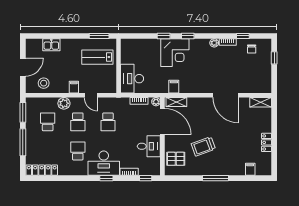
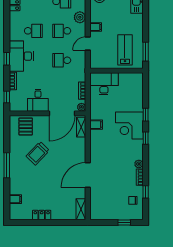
trolley: (203, 146) -> (38, 153), turned -116

